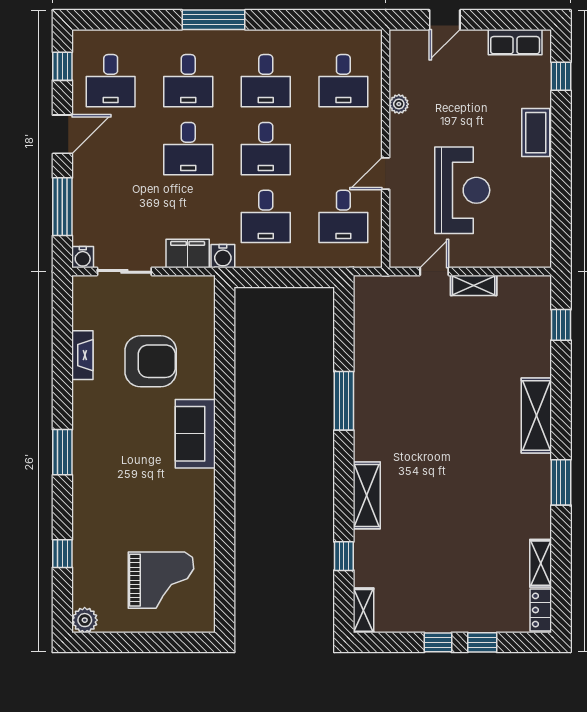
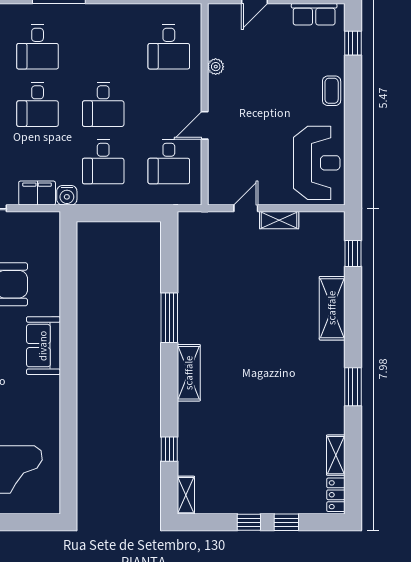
desk: (266, 81) -> (103, 47), removed
coffee table: (536, 133) -> (332, 91), width x0.73, depth x0.77
reception desk: (462, 190) -> (317, 163), moved
shelving: (536, 415) -> (332, 308), moved
shelving: (367, 495) -> (189, 373), moved

